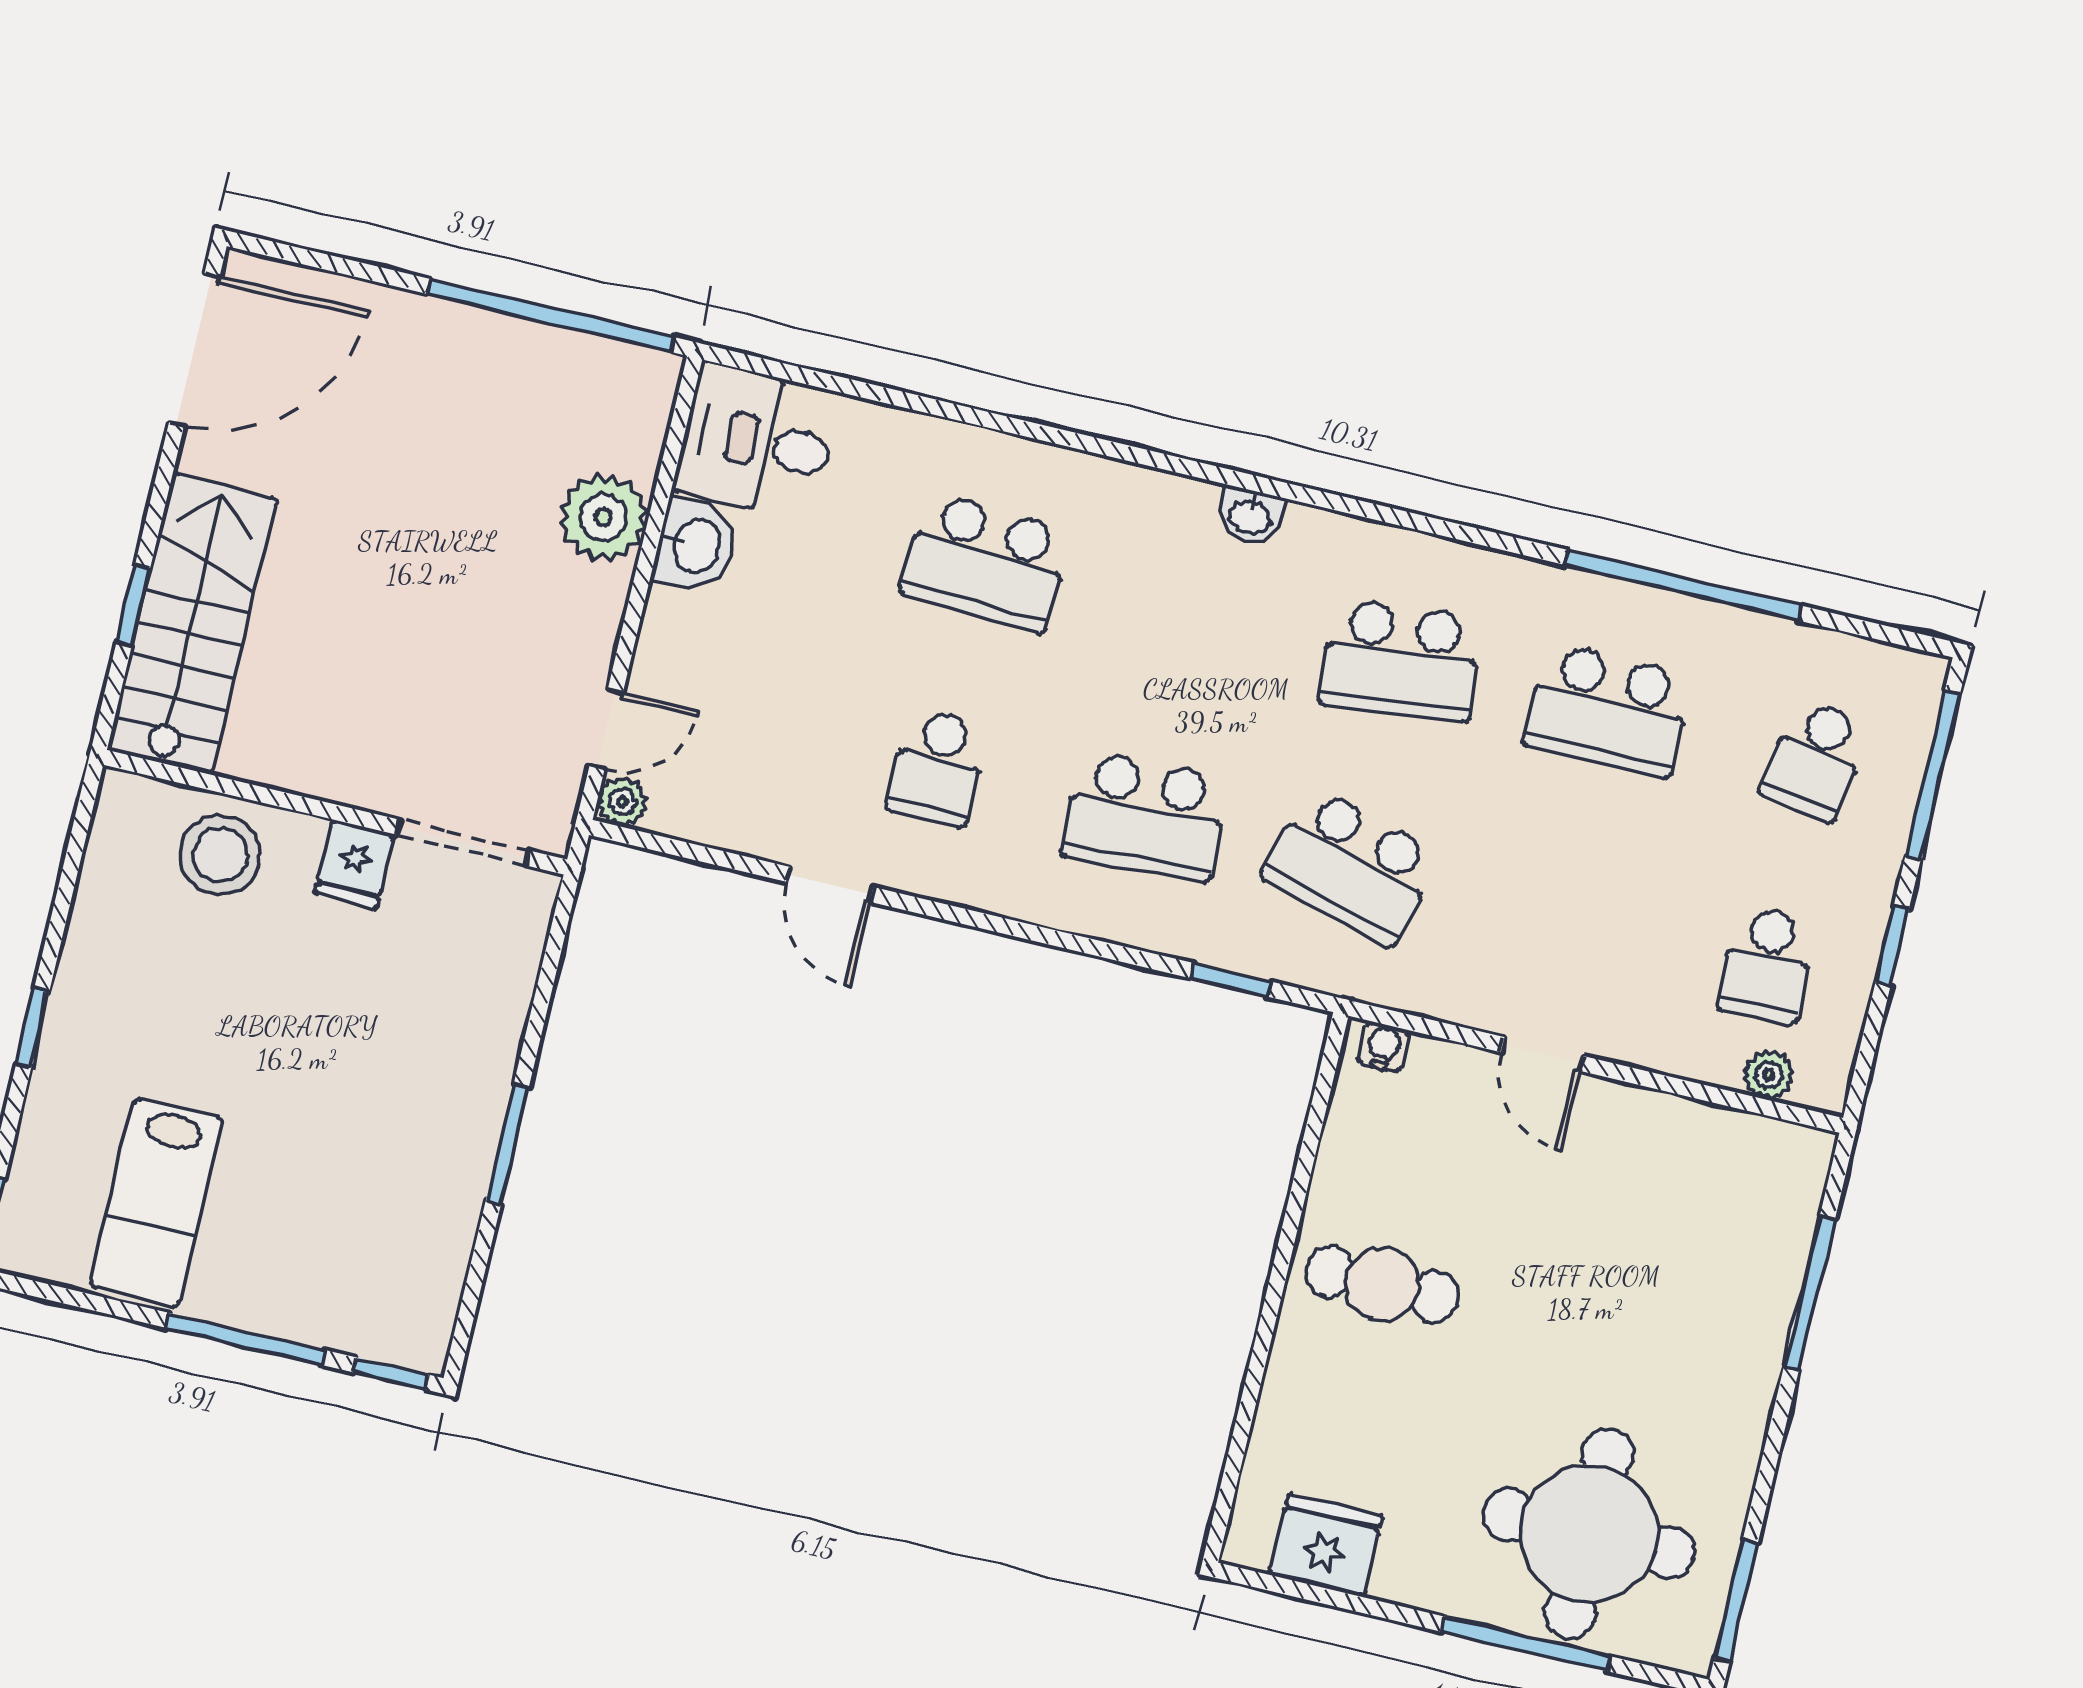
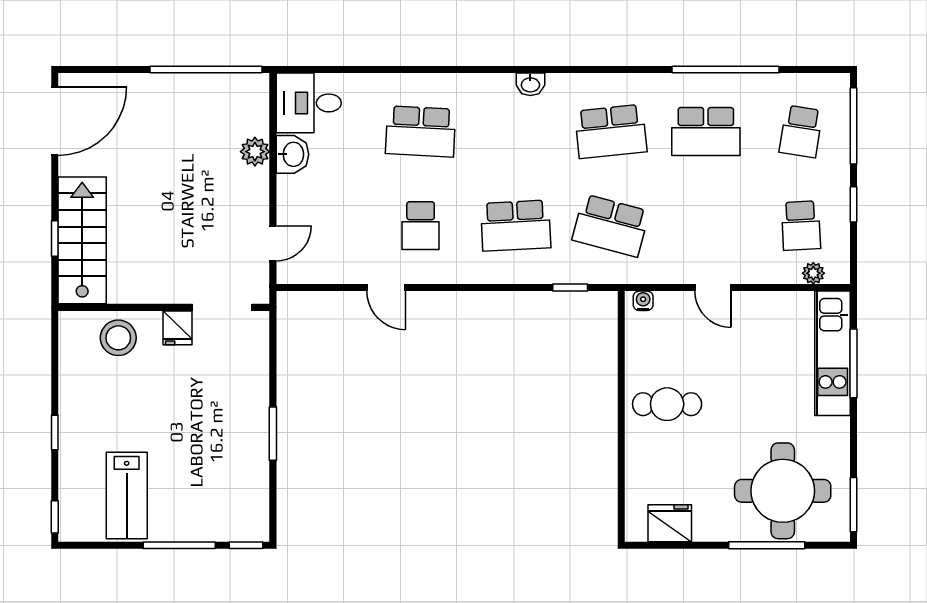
plant: (603, 517) -> (255, 152), width x0.73, depth x0.73
plant: (622, 802) -> (287, 273), removed
kitchen unit: (1769, 1259) -> (833, 353), added

